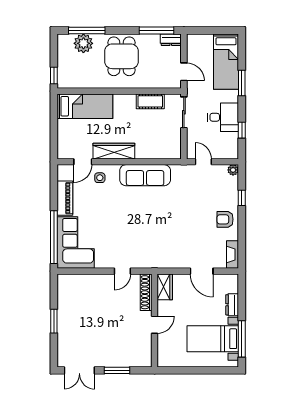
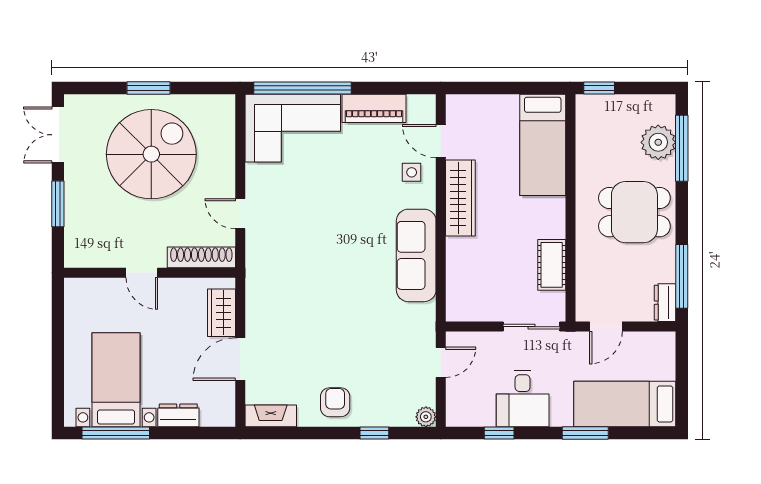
wardrobe: (165, 287) -> (221, 313), moved, turned 90
spiral stairs: (90, 320) -> (151, 154), added

